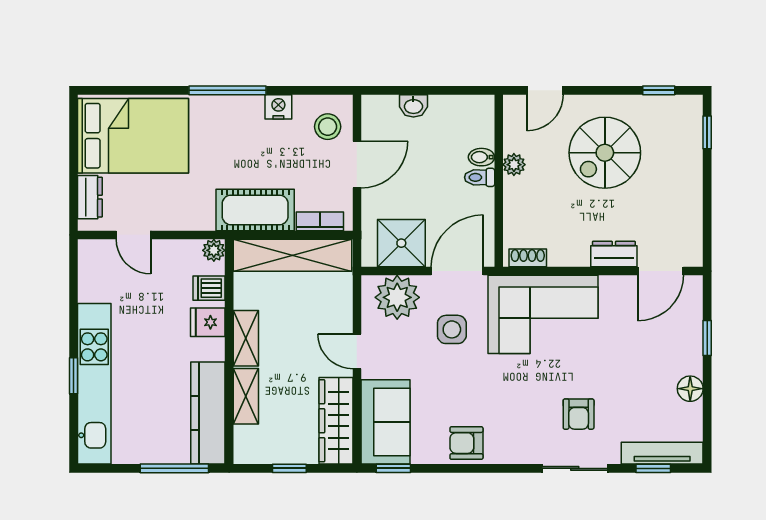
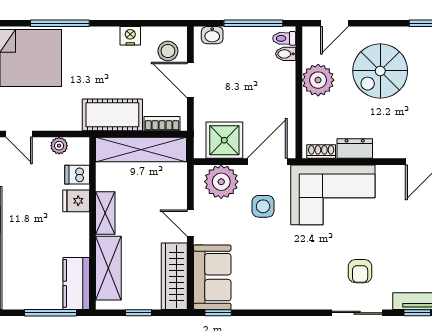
window: (228, 90) -> (60, 23), moved
window: (439, 90) -> (253, 23), added
washbasin: (413, 106) -> (212, 35), moved
bidet: (481, 157) -> (286, 54), moved
door: (357, 165) -> (190, 80), swing flipped
plant: (514, 165) -> (318, 80), width x1.87, depth x1.87
toilet: (480, 177) -> (284, 38), moved
plant: (214, 250) -> (59, 146), moved
dresser: (614, 254) -> (355, 149), moved
shelving: (246, 396) -> (108, 268), width x1.50, depth x1.33
kitchen counter: (208, 413) -> (76, 283), width x0.67
armchair: (466, 443) -> (274, 293), removed

